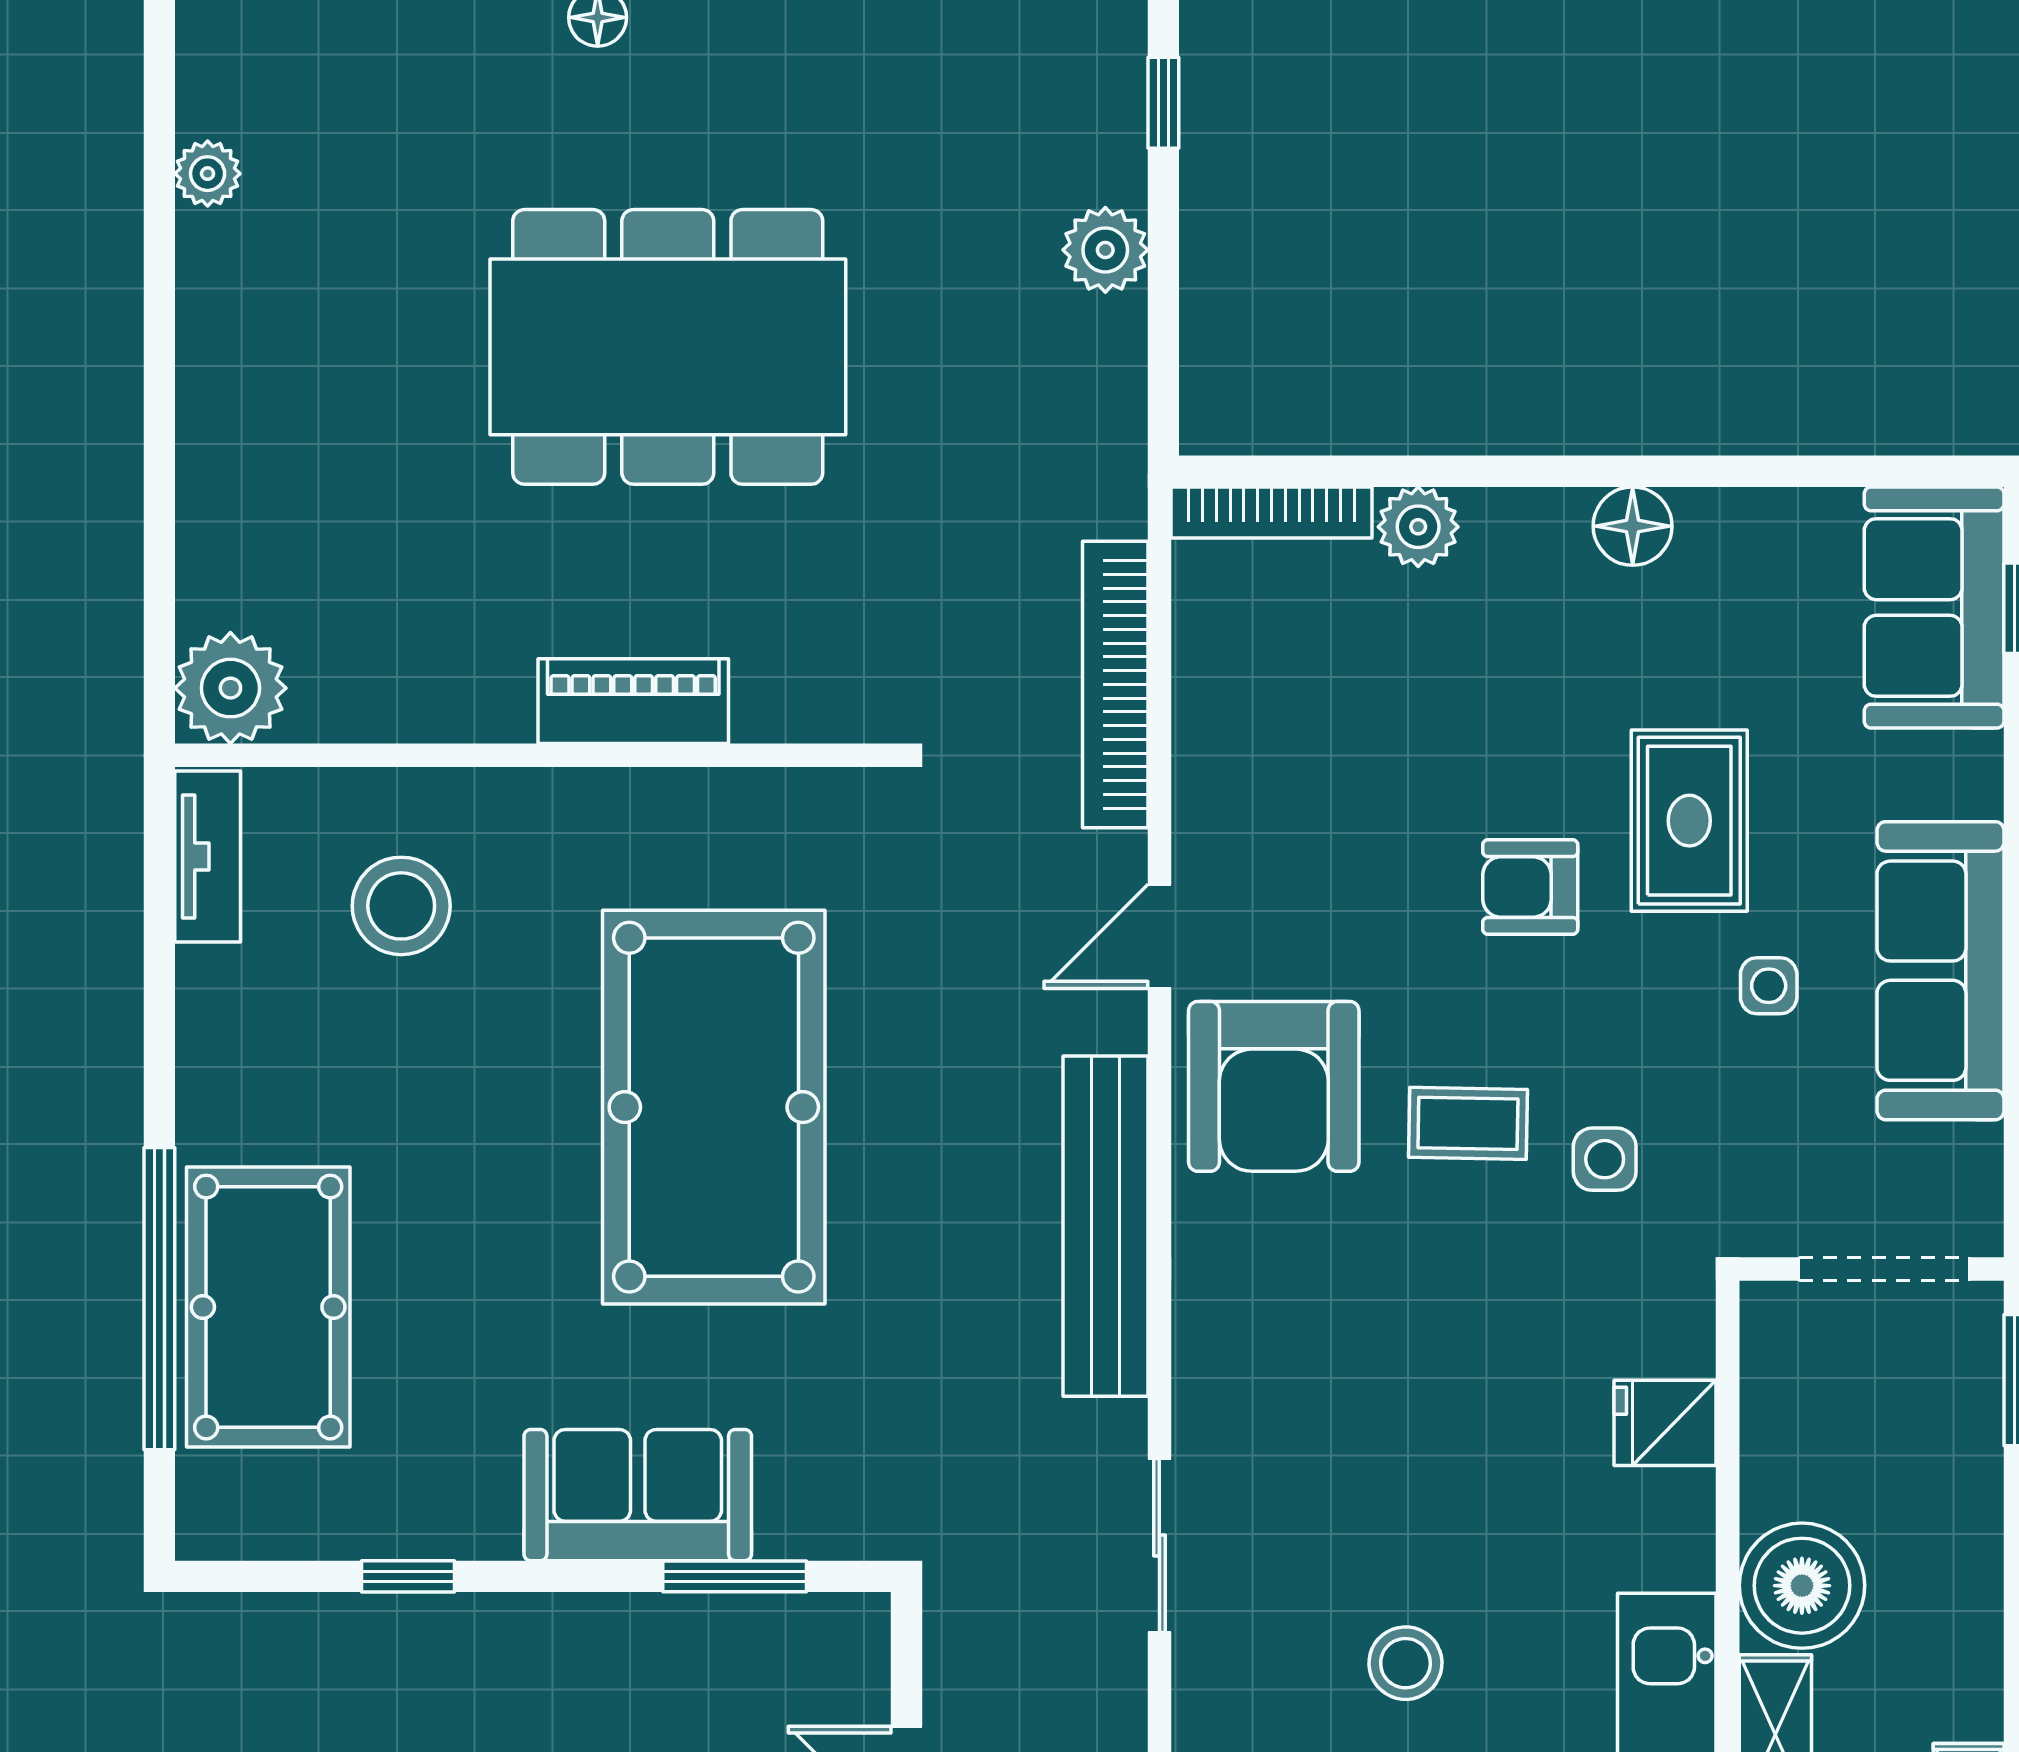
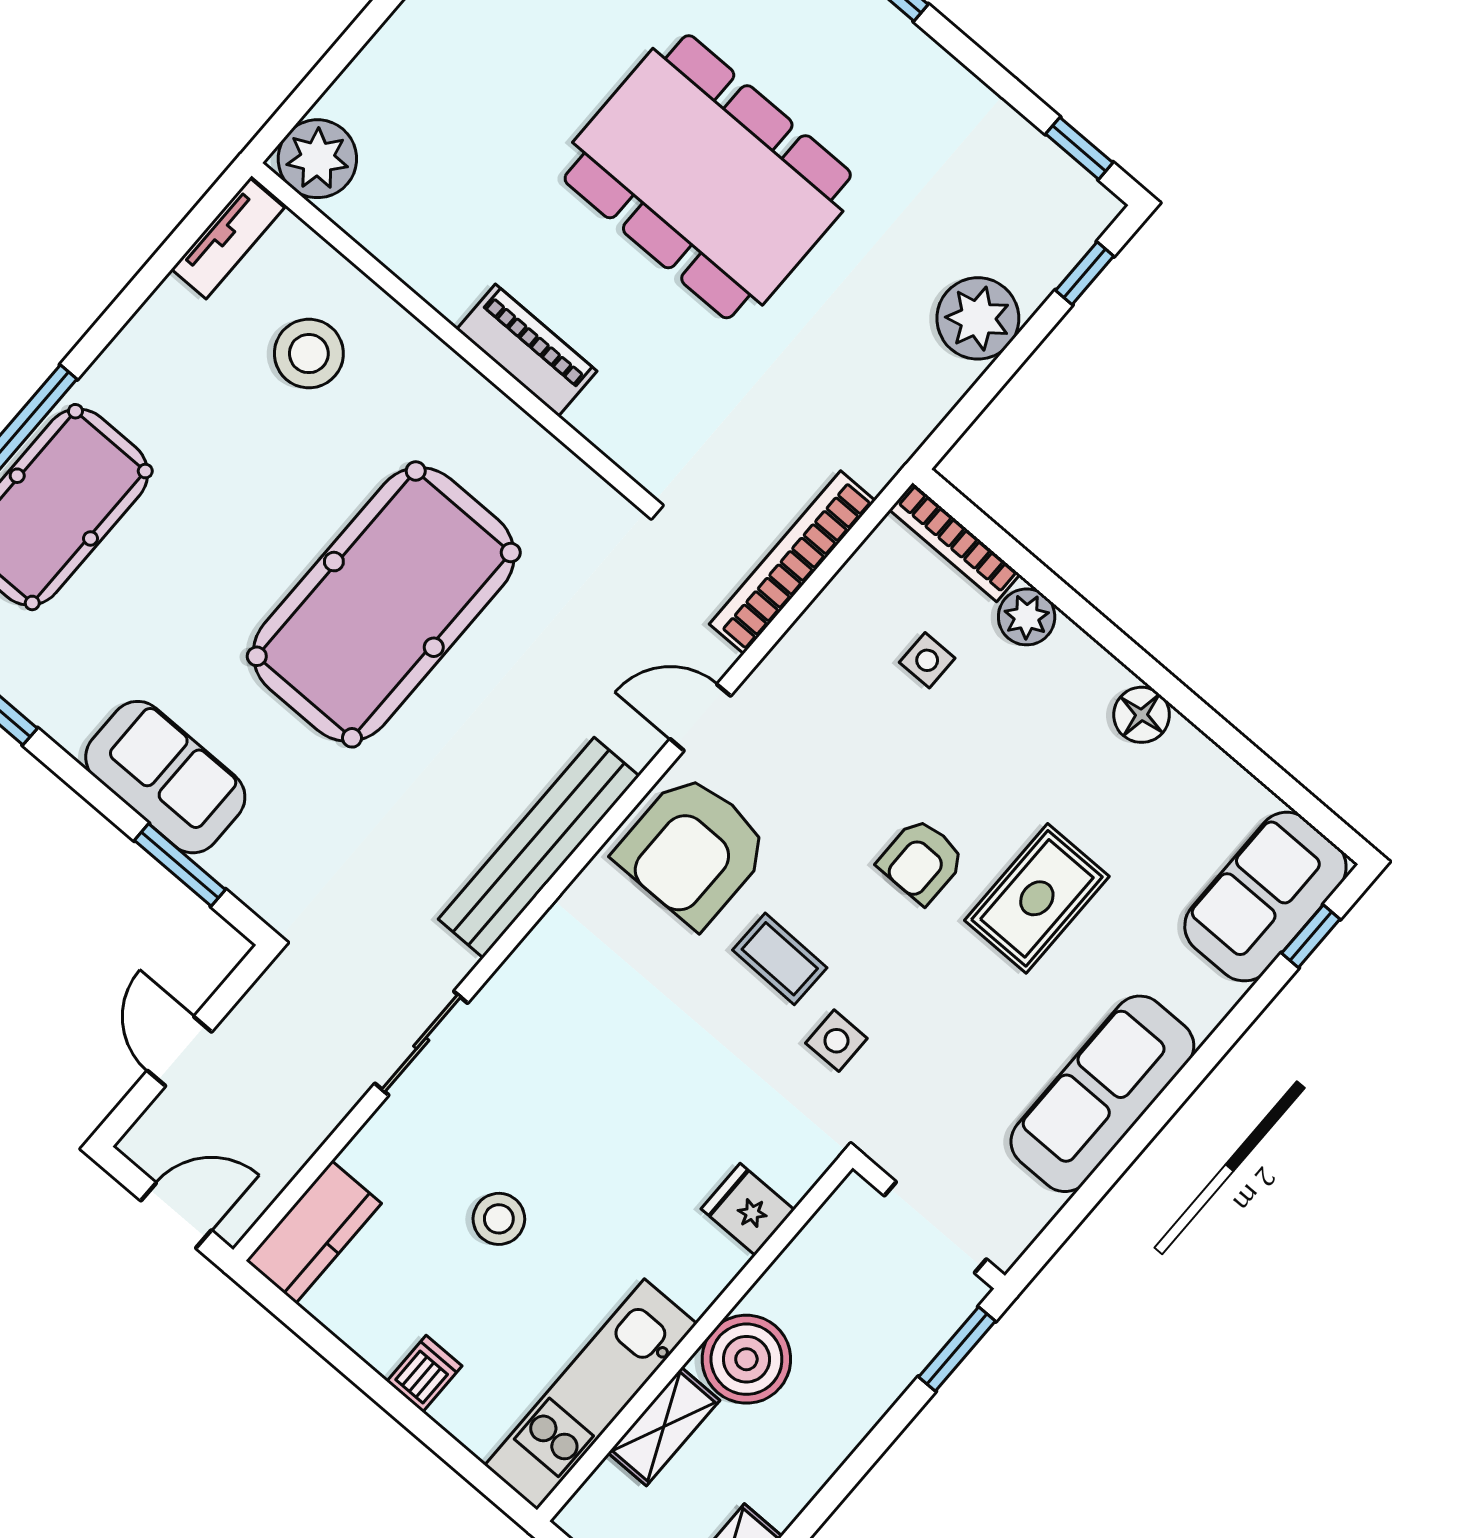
plant: (1105, 250) -> (978, 318), width x1.36, depth x1.36
armchair: (1530, 887) -> (921, 861), turned -90
side table: (1769, 986) -> (927, 660), moved

